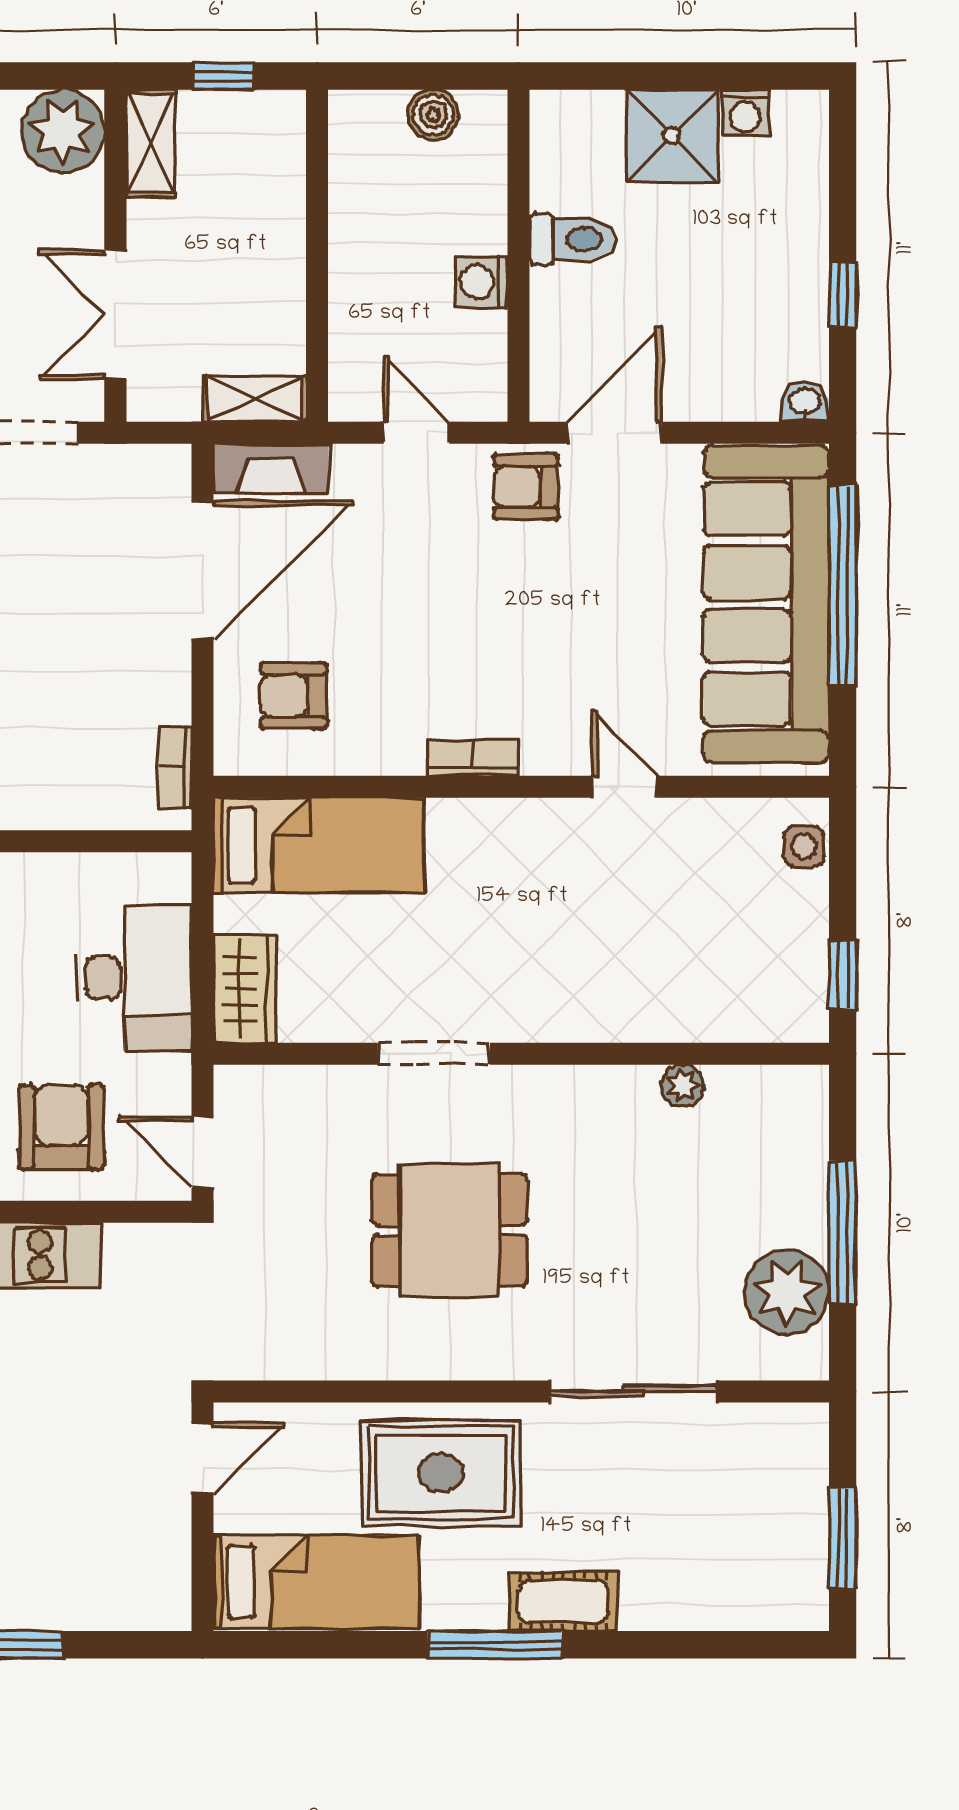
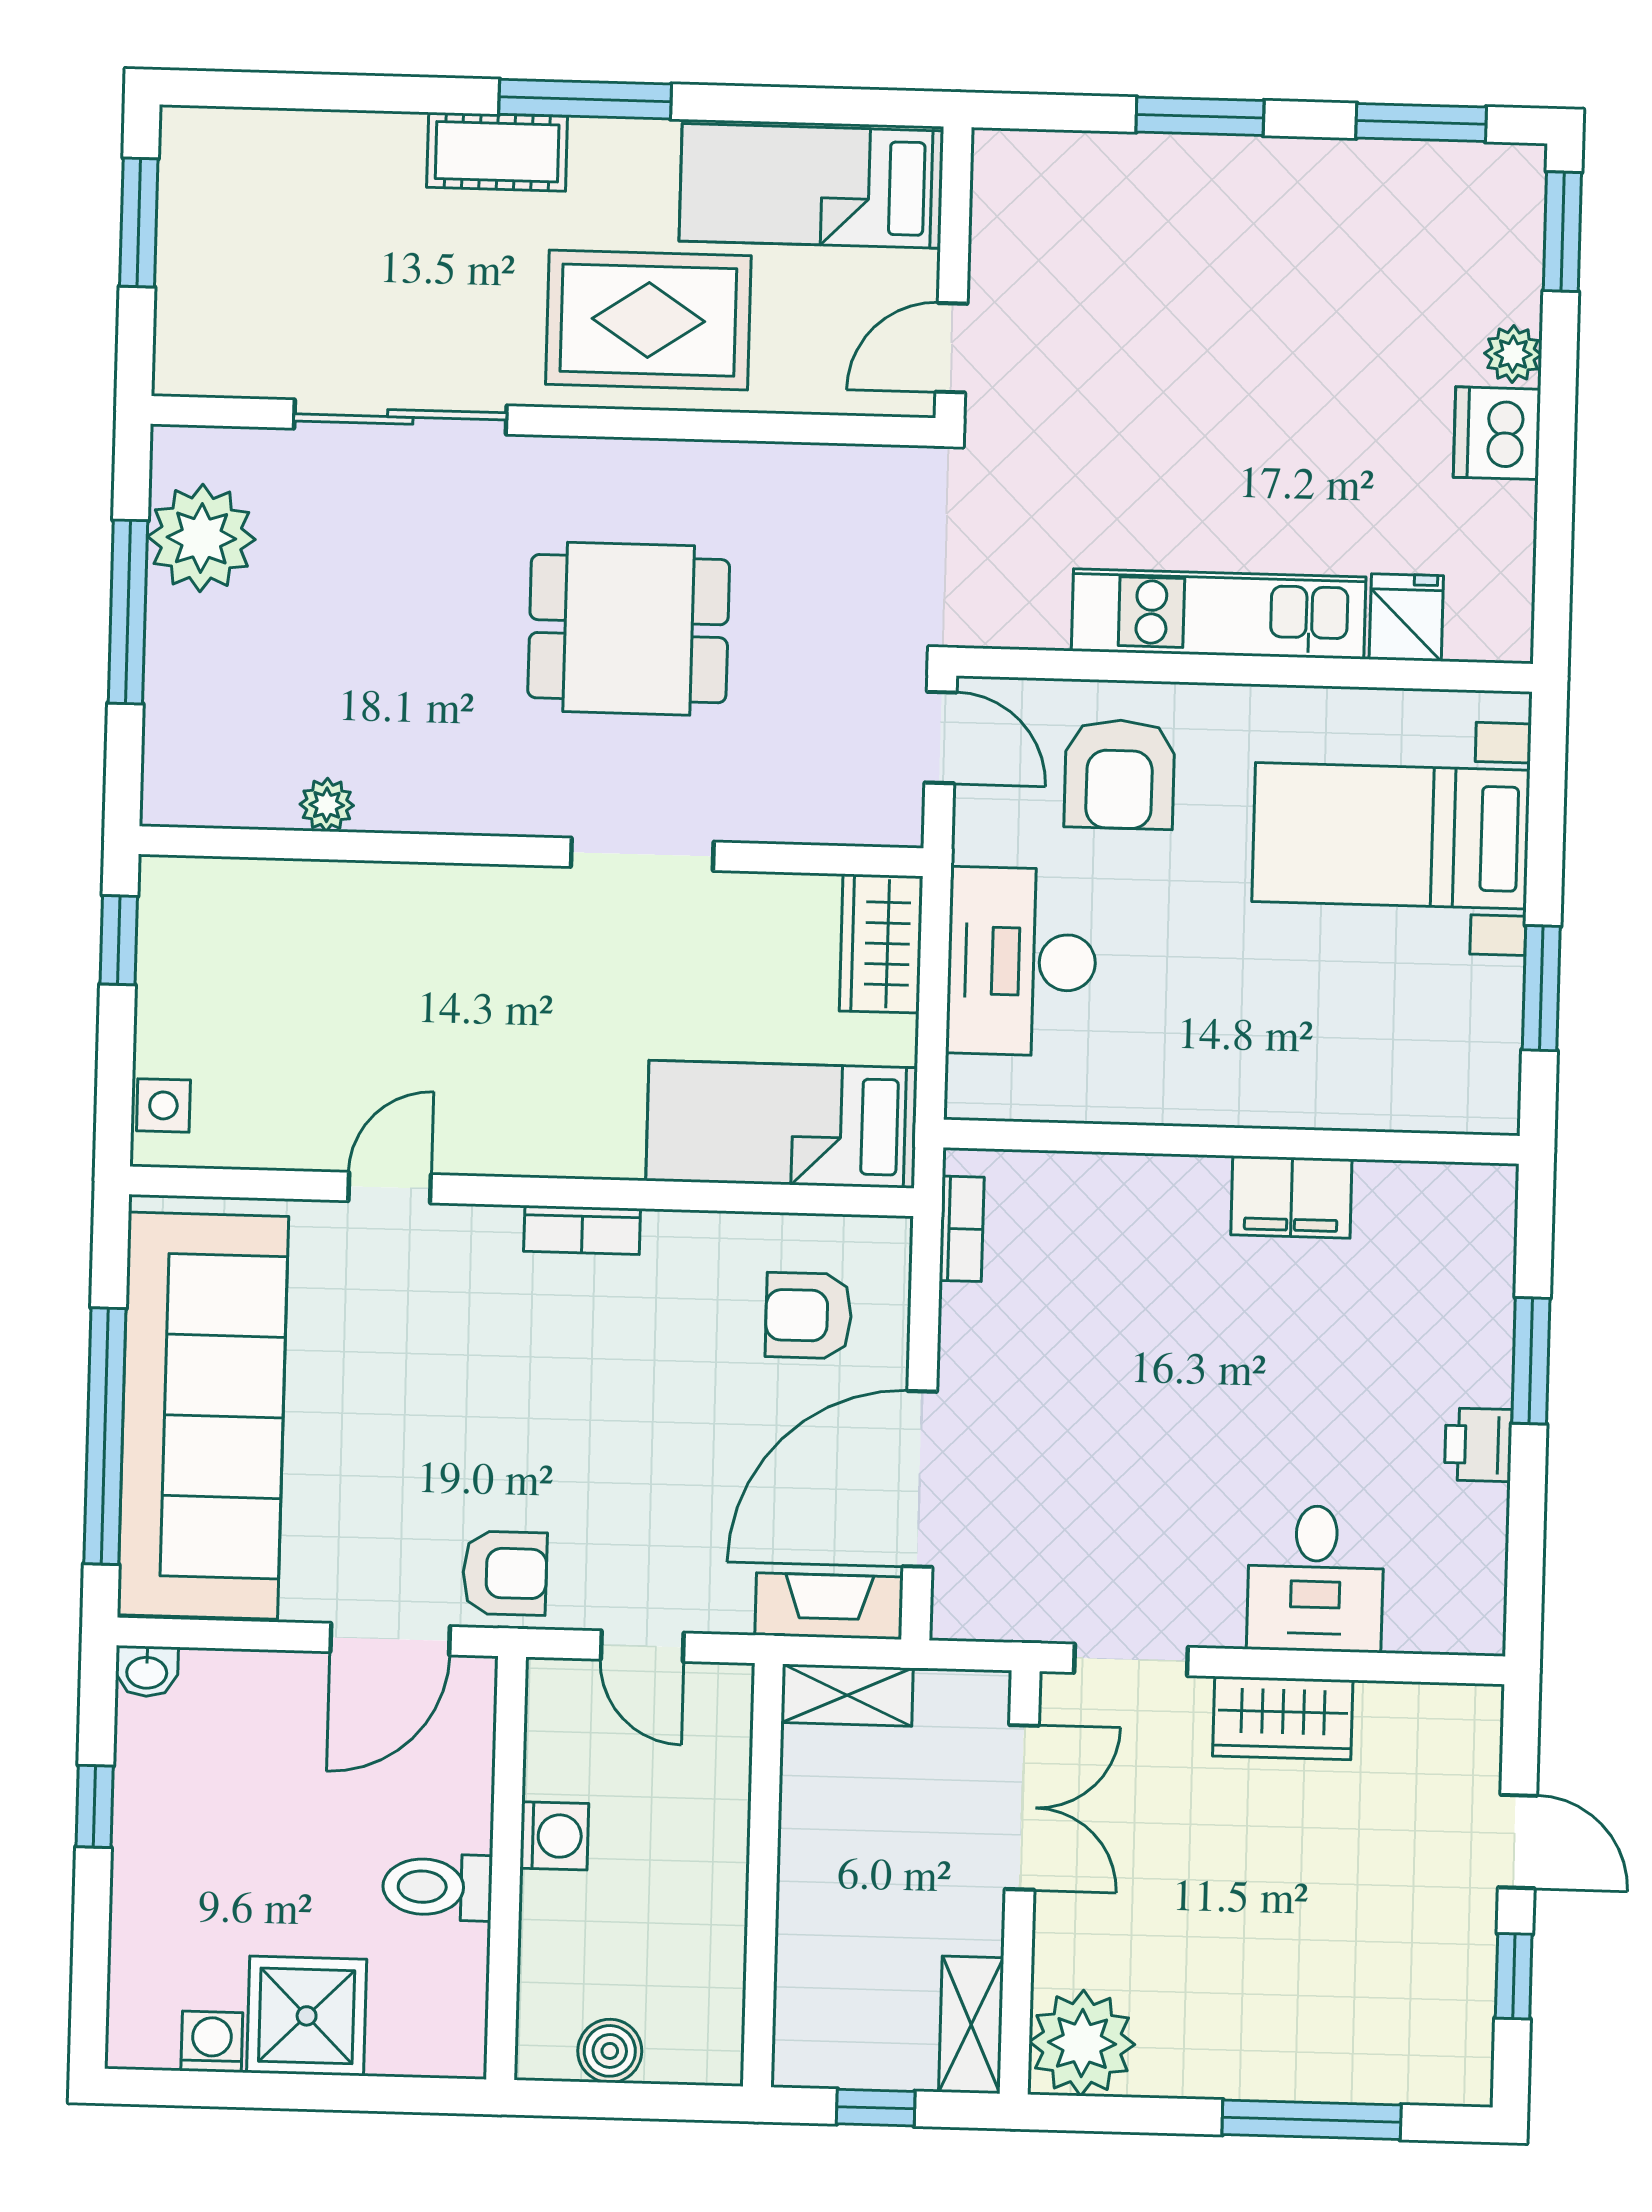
armchair: (293, 696) -> (808, 1316), turned 180
door: (625, 787) -> (390, 1188), swing flipped

